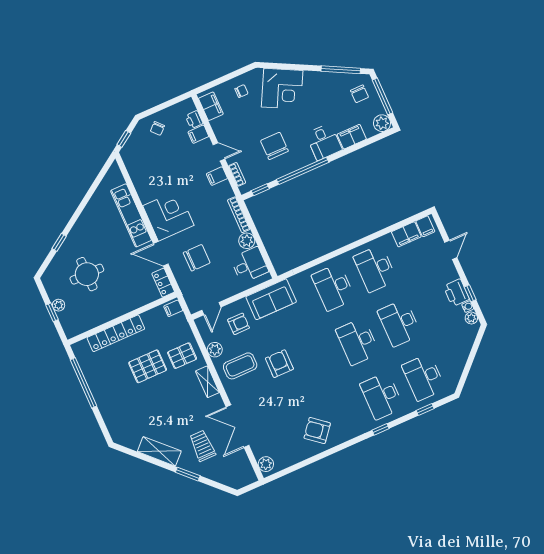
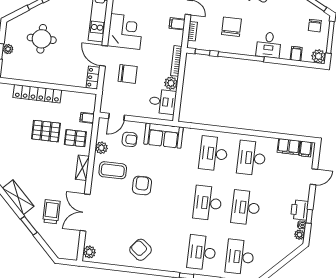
filing cabinet: (352, 137) -> (296, 54), width x0.50
filing cabinet: (173, 308) -> (87, 118), moved

